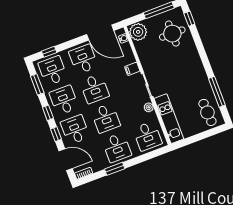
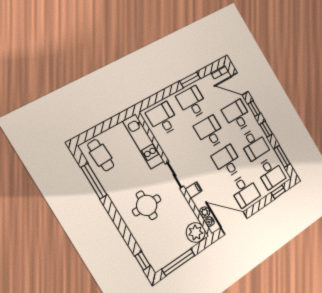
round table: (172, 34) -> (147, 205), moved
plant: (149, 107) -> (205, 212), moved
desk: (75, 130) -> (237, 116), turned 180

